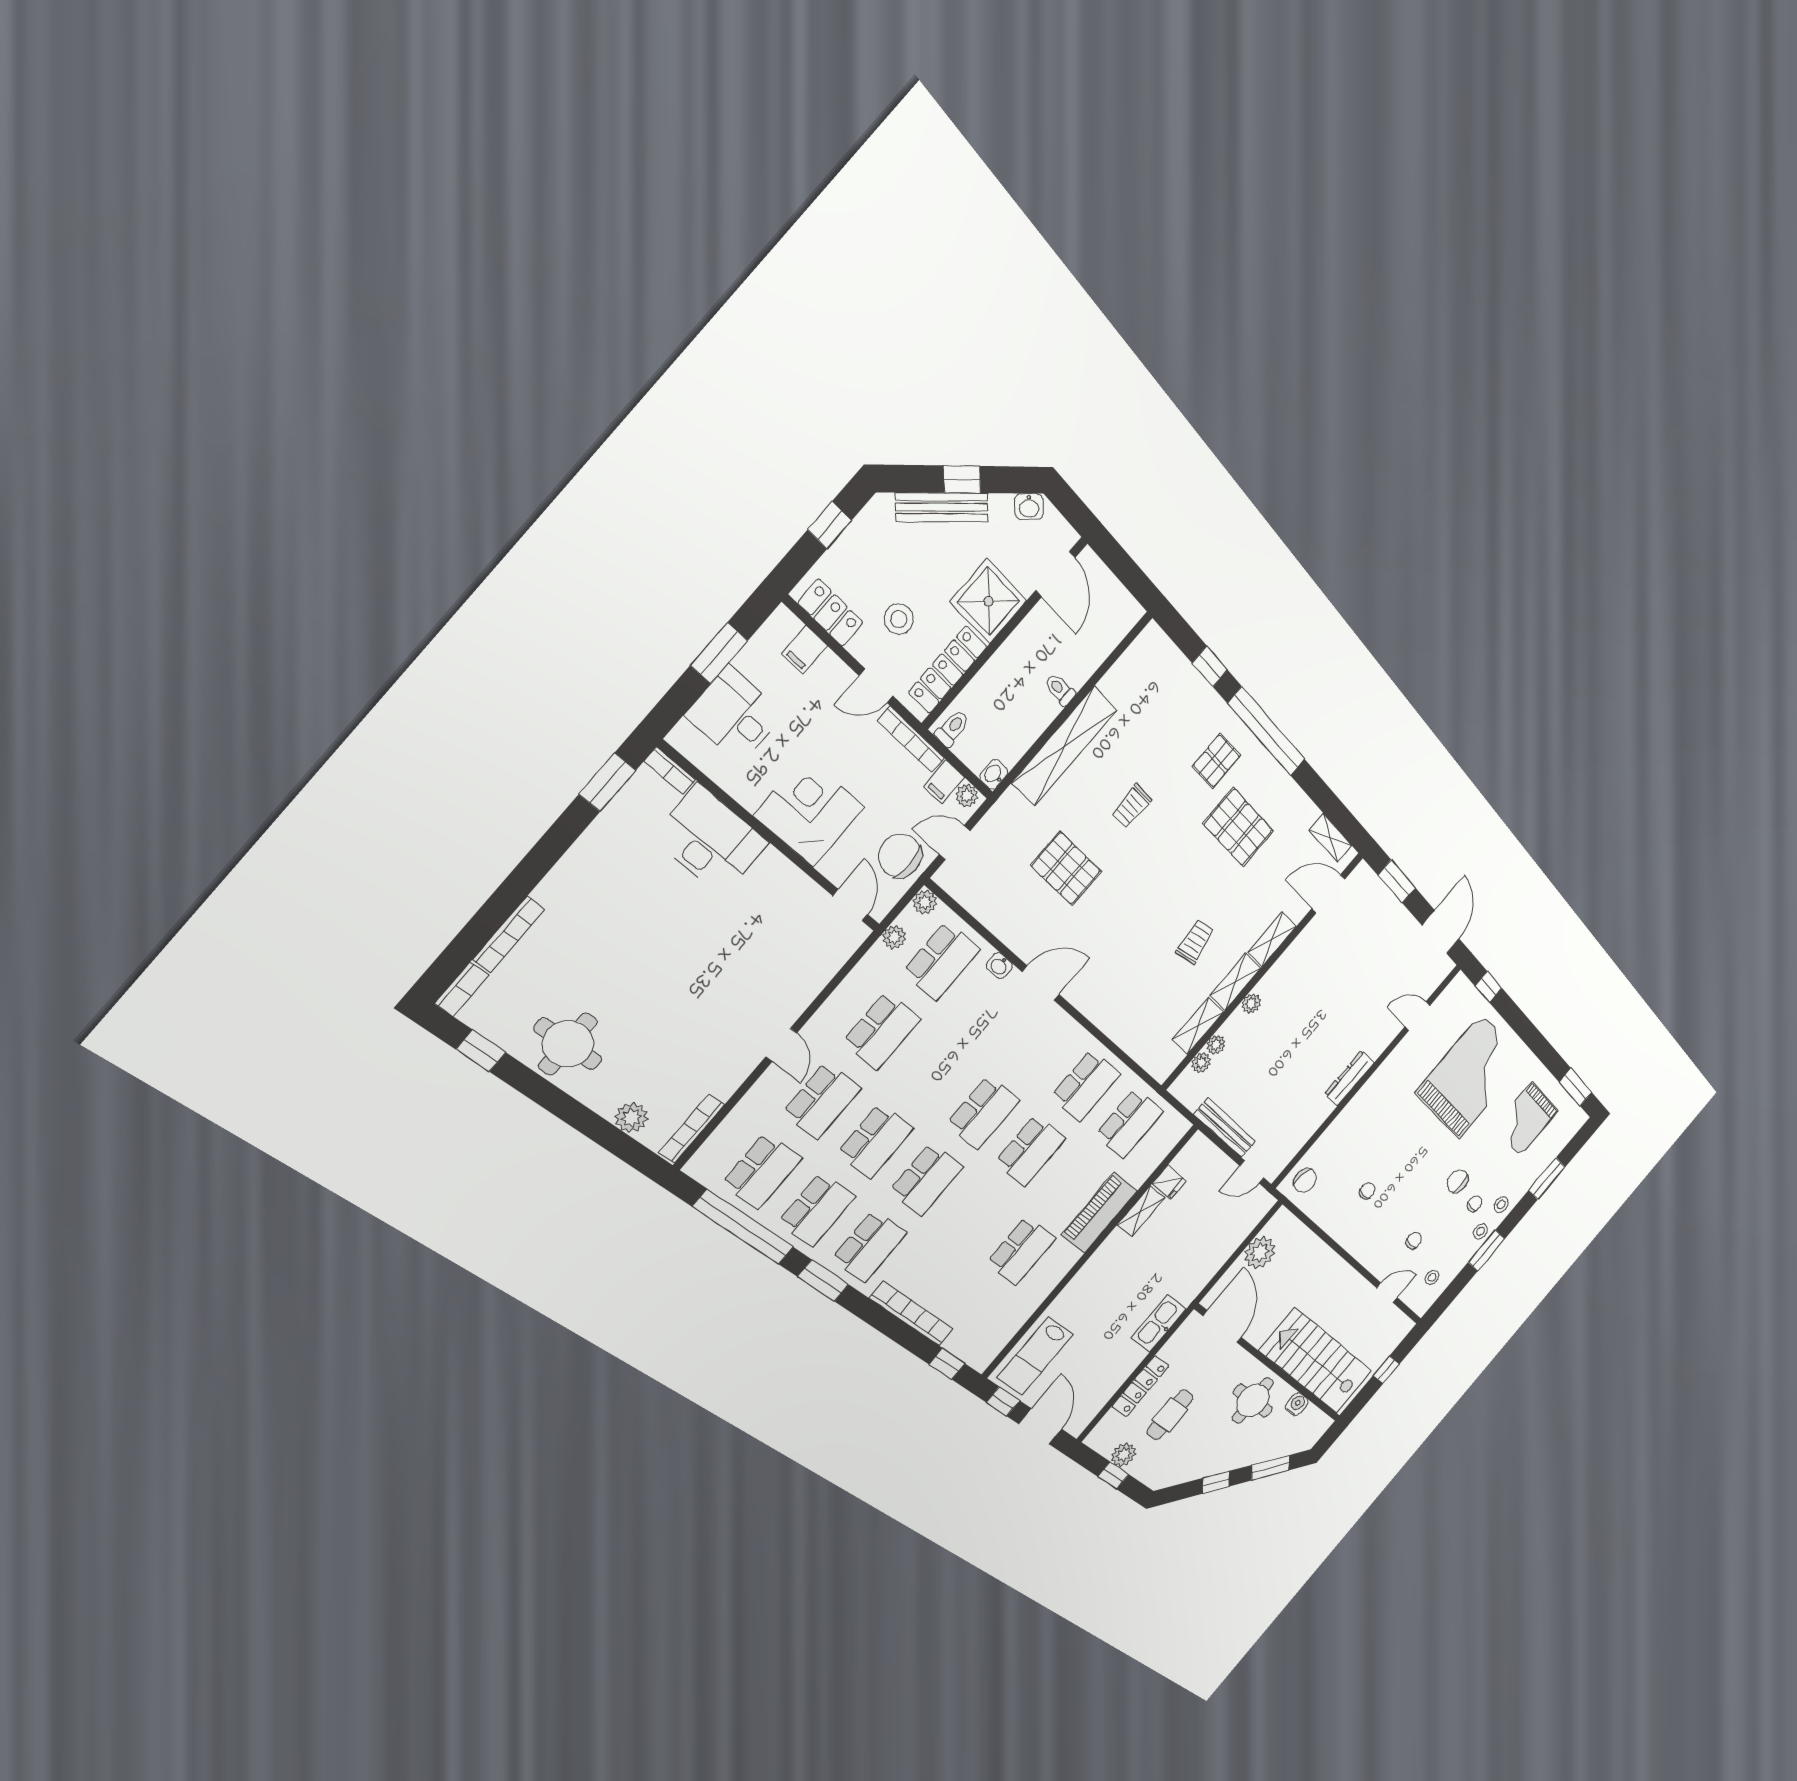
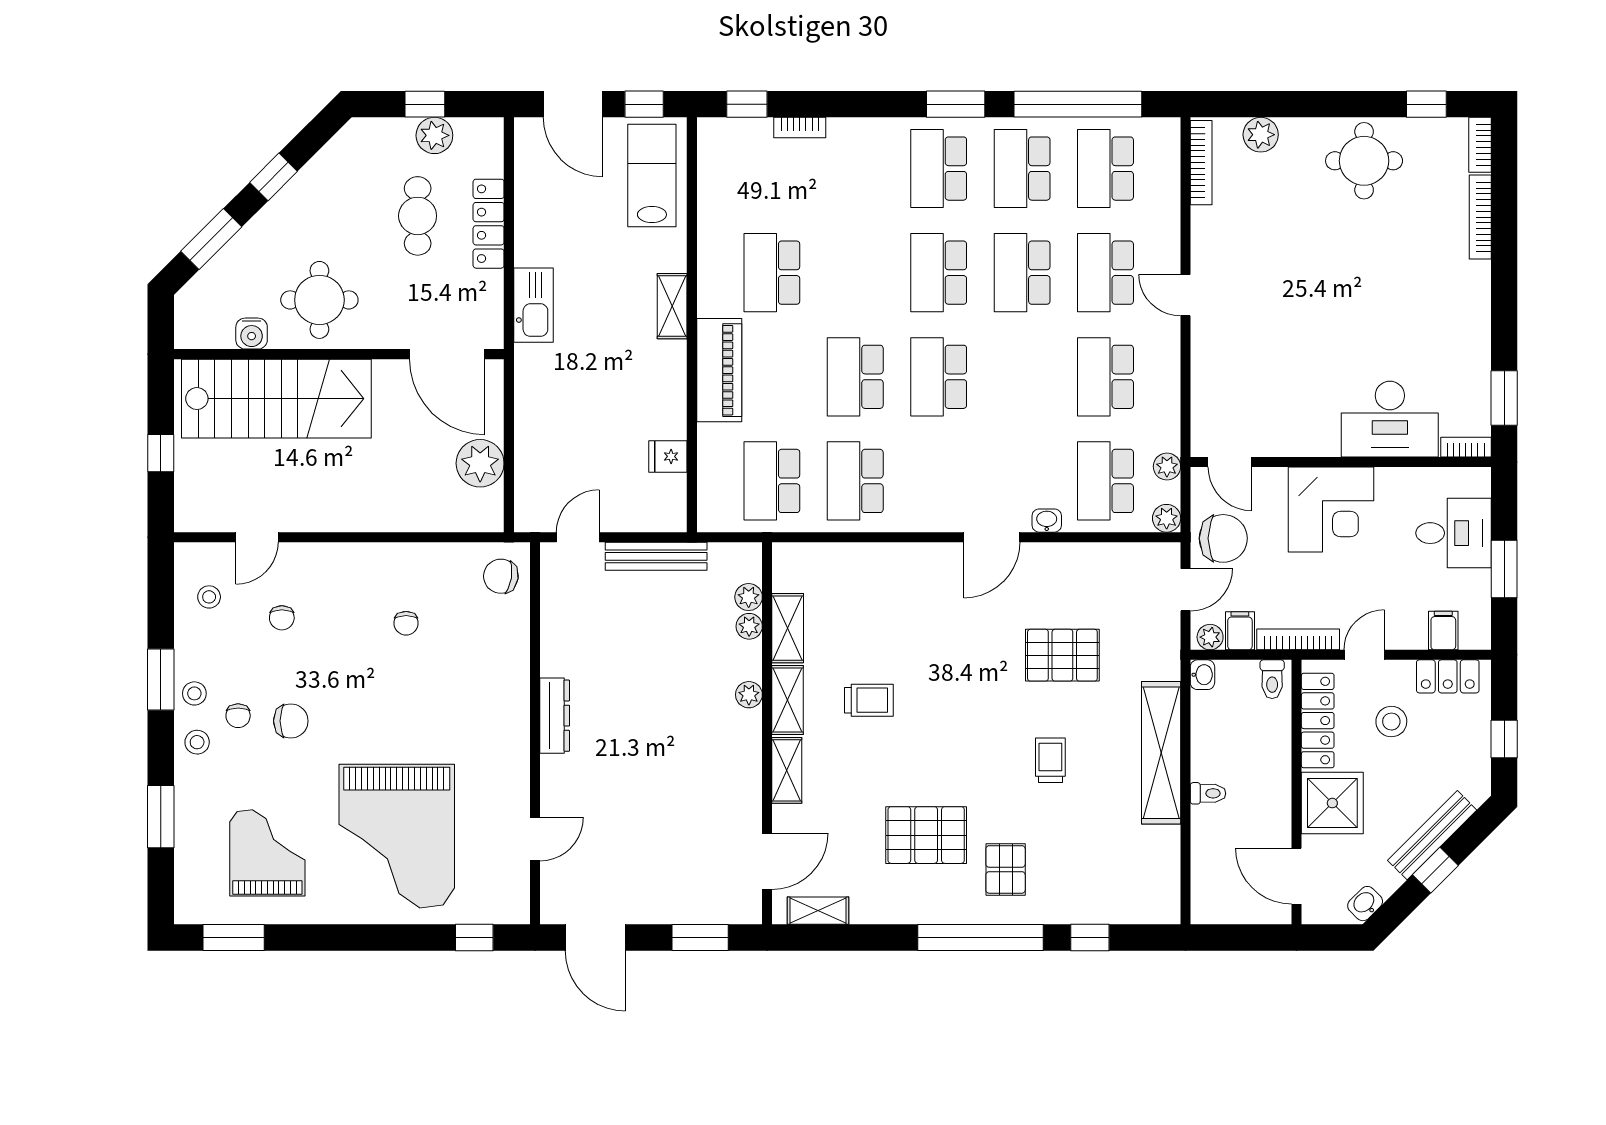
trolley: (1195, 942) -> (869, 700), turned -80
shelving: (1141, 1211) -> (672, 306), moved
bookcase: (912, 1314) -> (800, 128), width x0.43, depth x0.76

